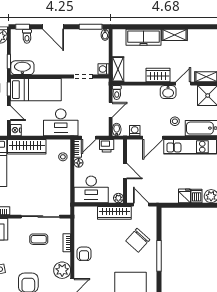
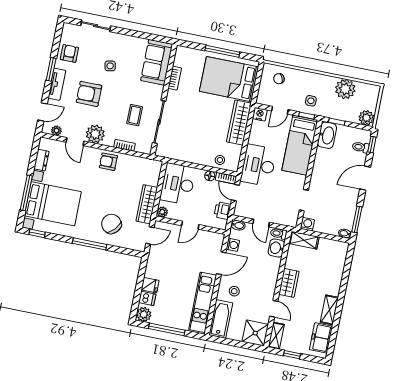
freezer: (144, 37) -> (321, 338), moved, width x0.71
washbasin: (168, 92) -> (276, 248), moved
door: (153, 138) -> (221, 263), swing flipped

